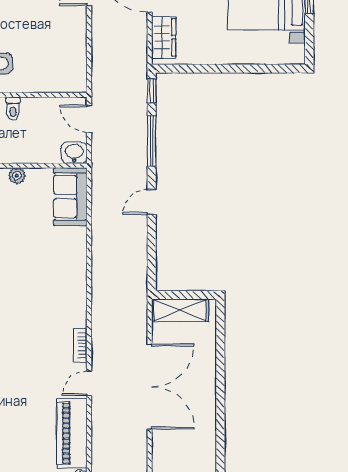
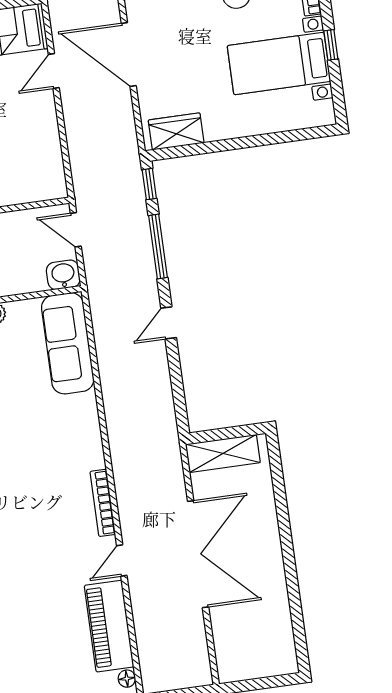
wardrobe: (164, 37) -> (176, 131), moved, turned -90
sofa: (70, 197) -> (68, 343), width x1.36
bookcase: (80, 345) -> (103, 503), width x1.56

